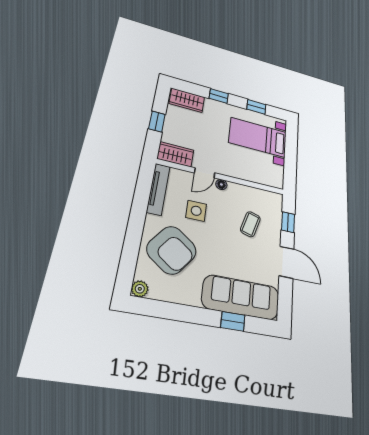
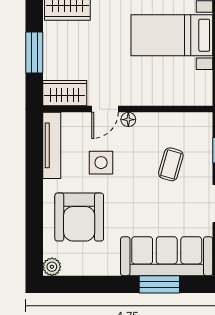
window: (157, 121) -> (34, 52), width x1.50
armchair: (172, 250) -> (79, 217), turned 54
window: (233, 321) -> (159, 284), width x1.50

